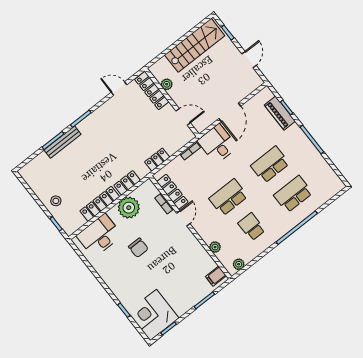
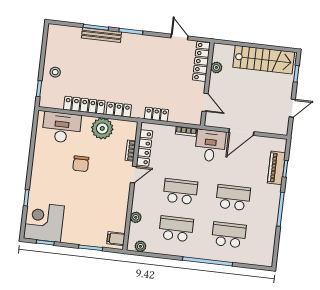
school desk: (252, 227) -> (176, 229), width x1.85

